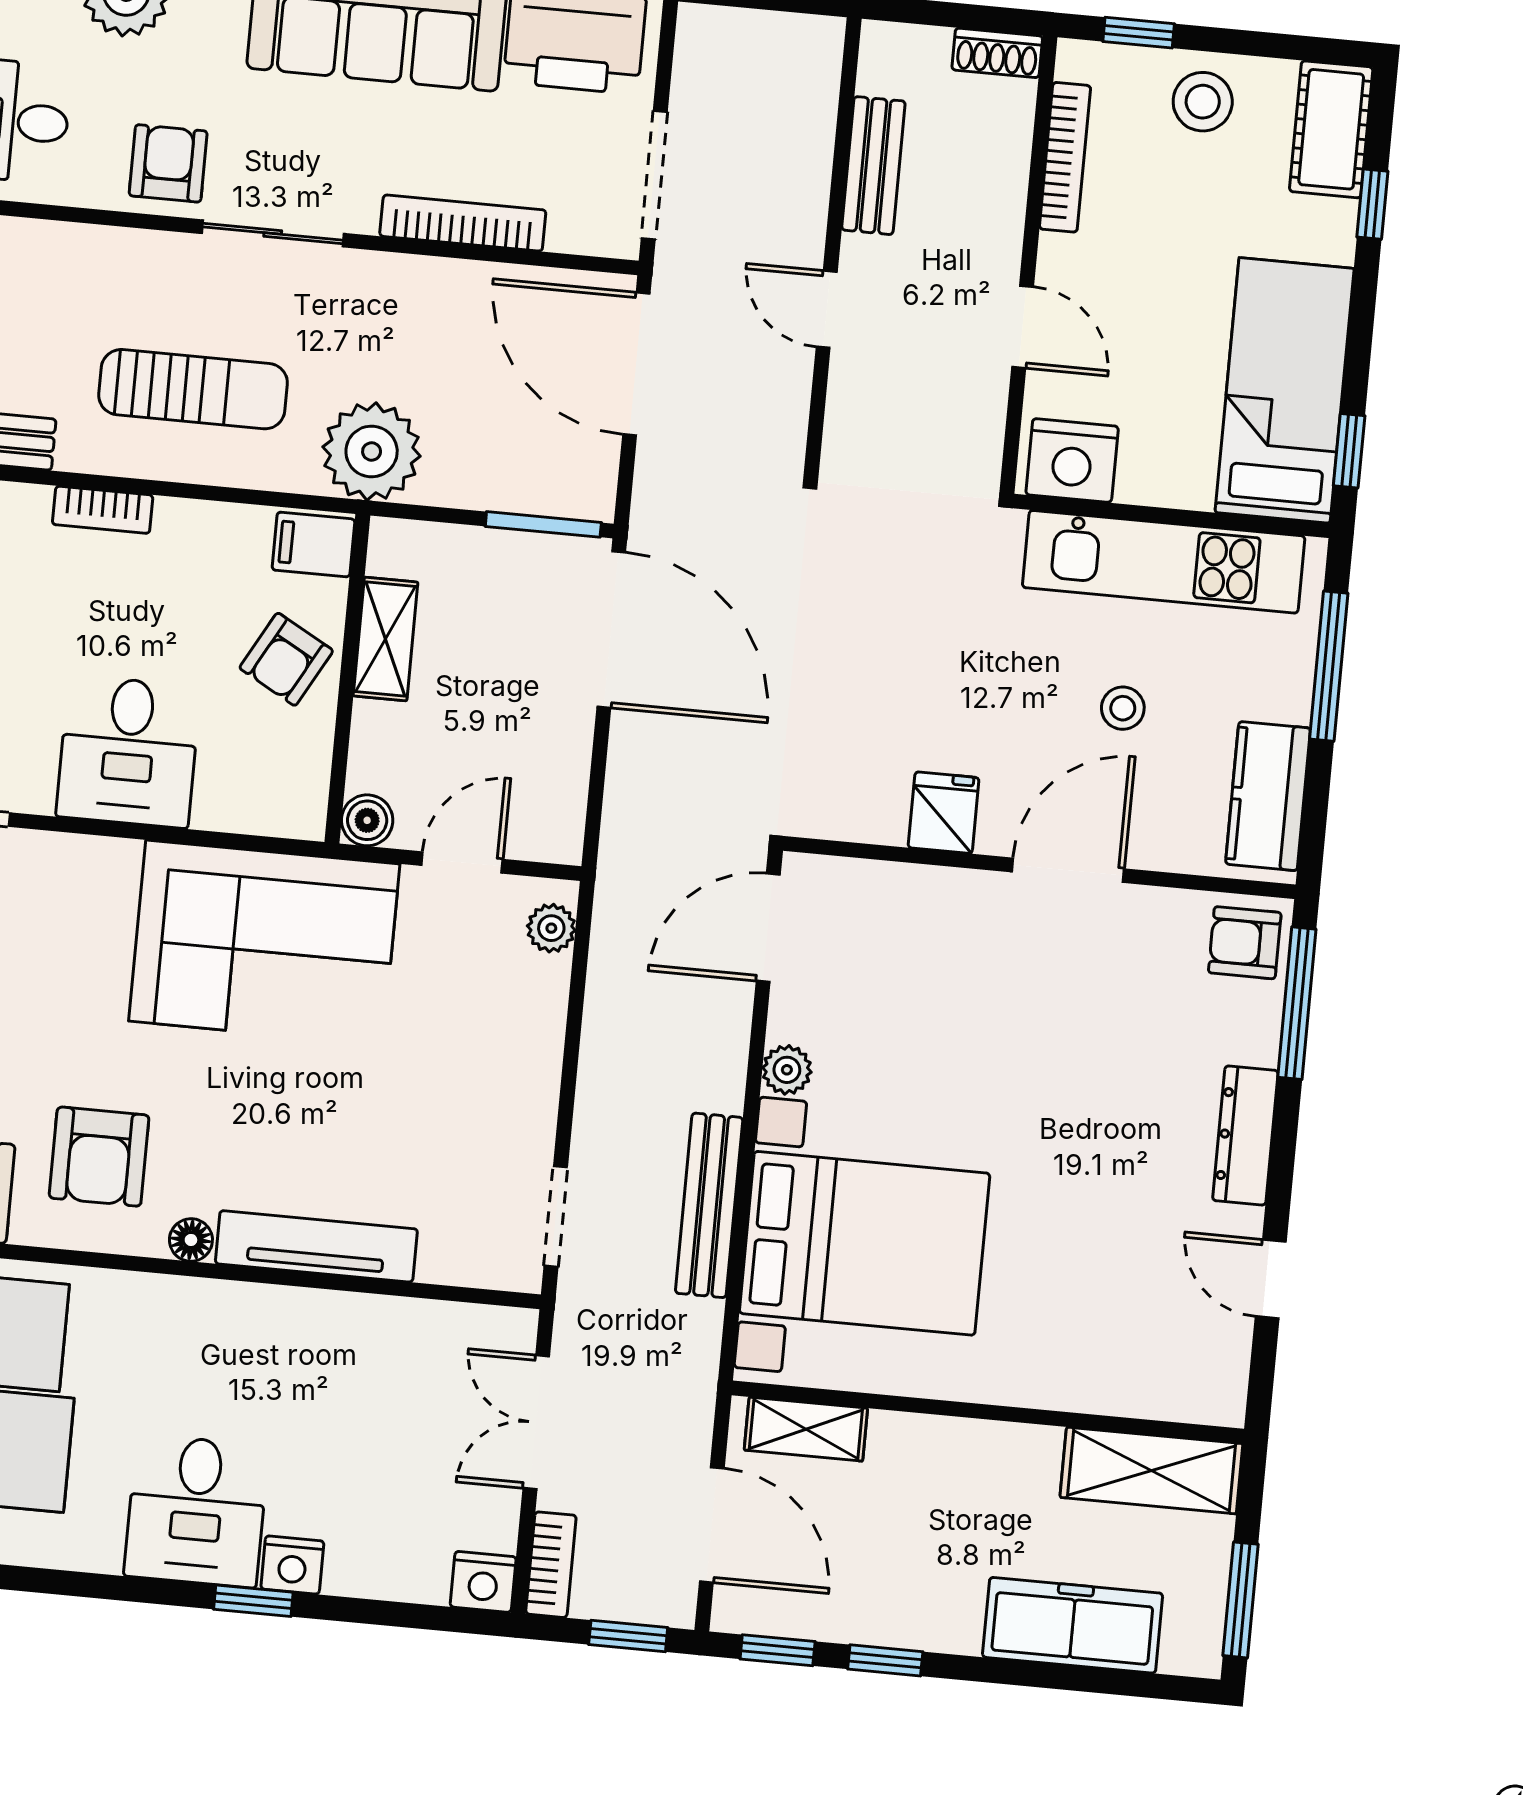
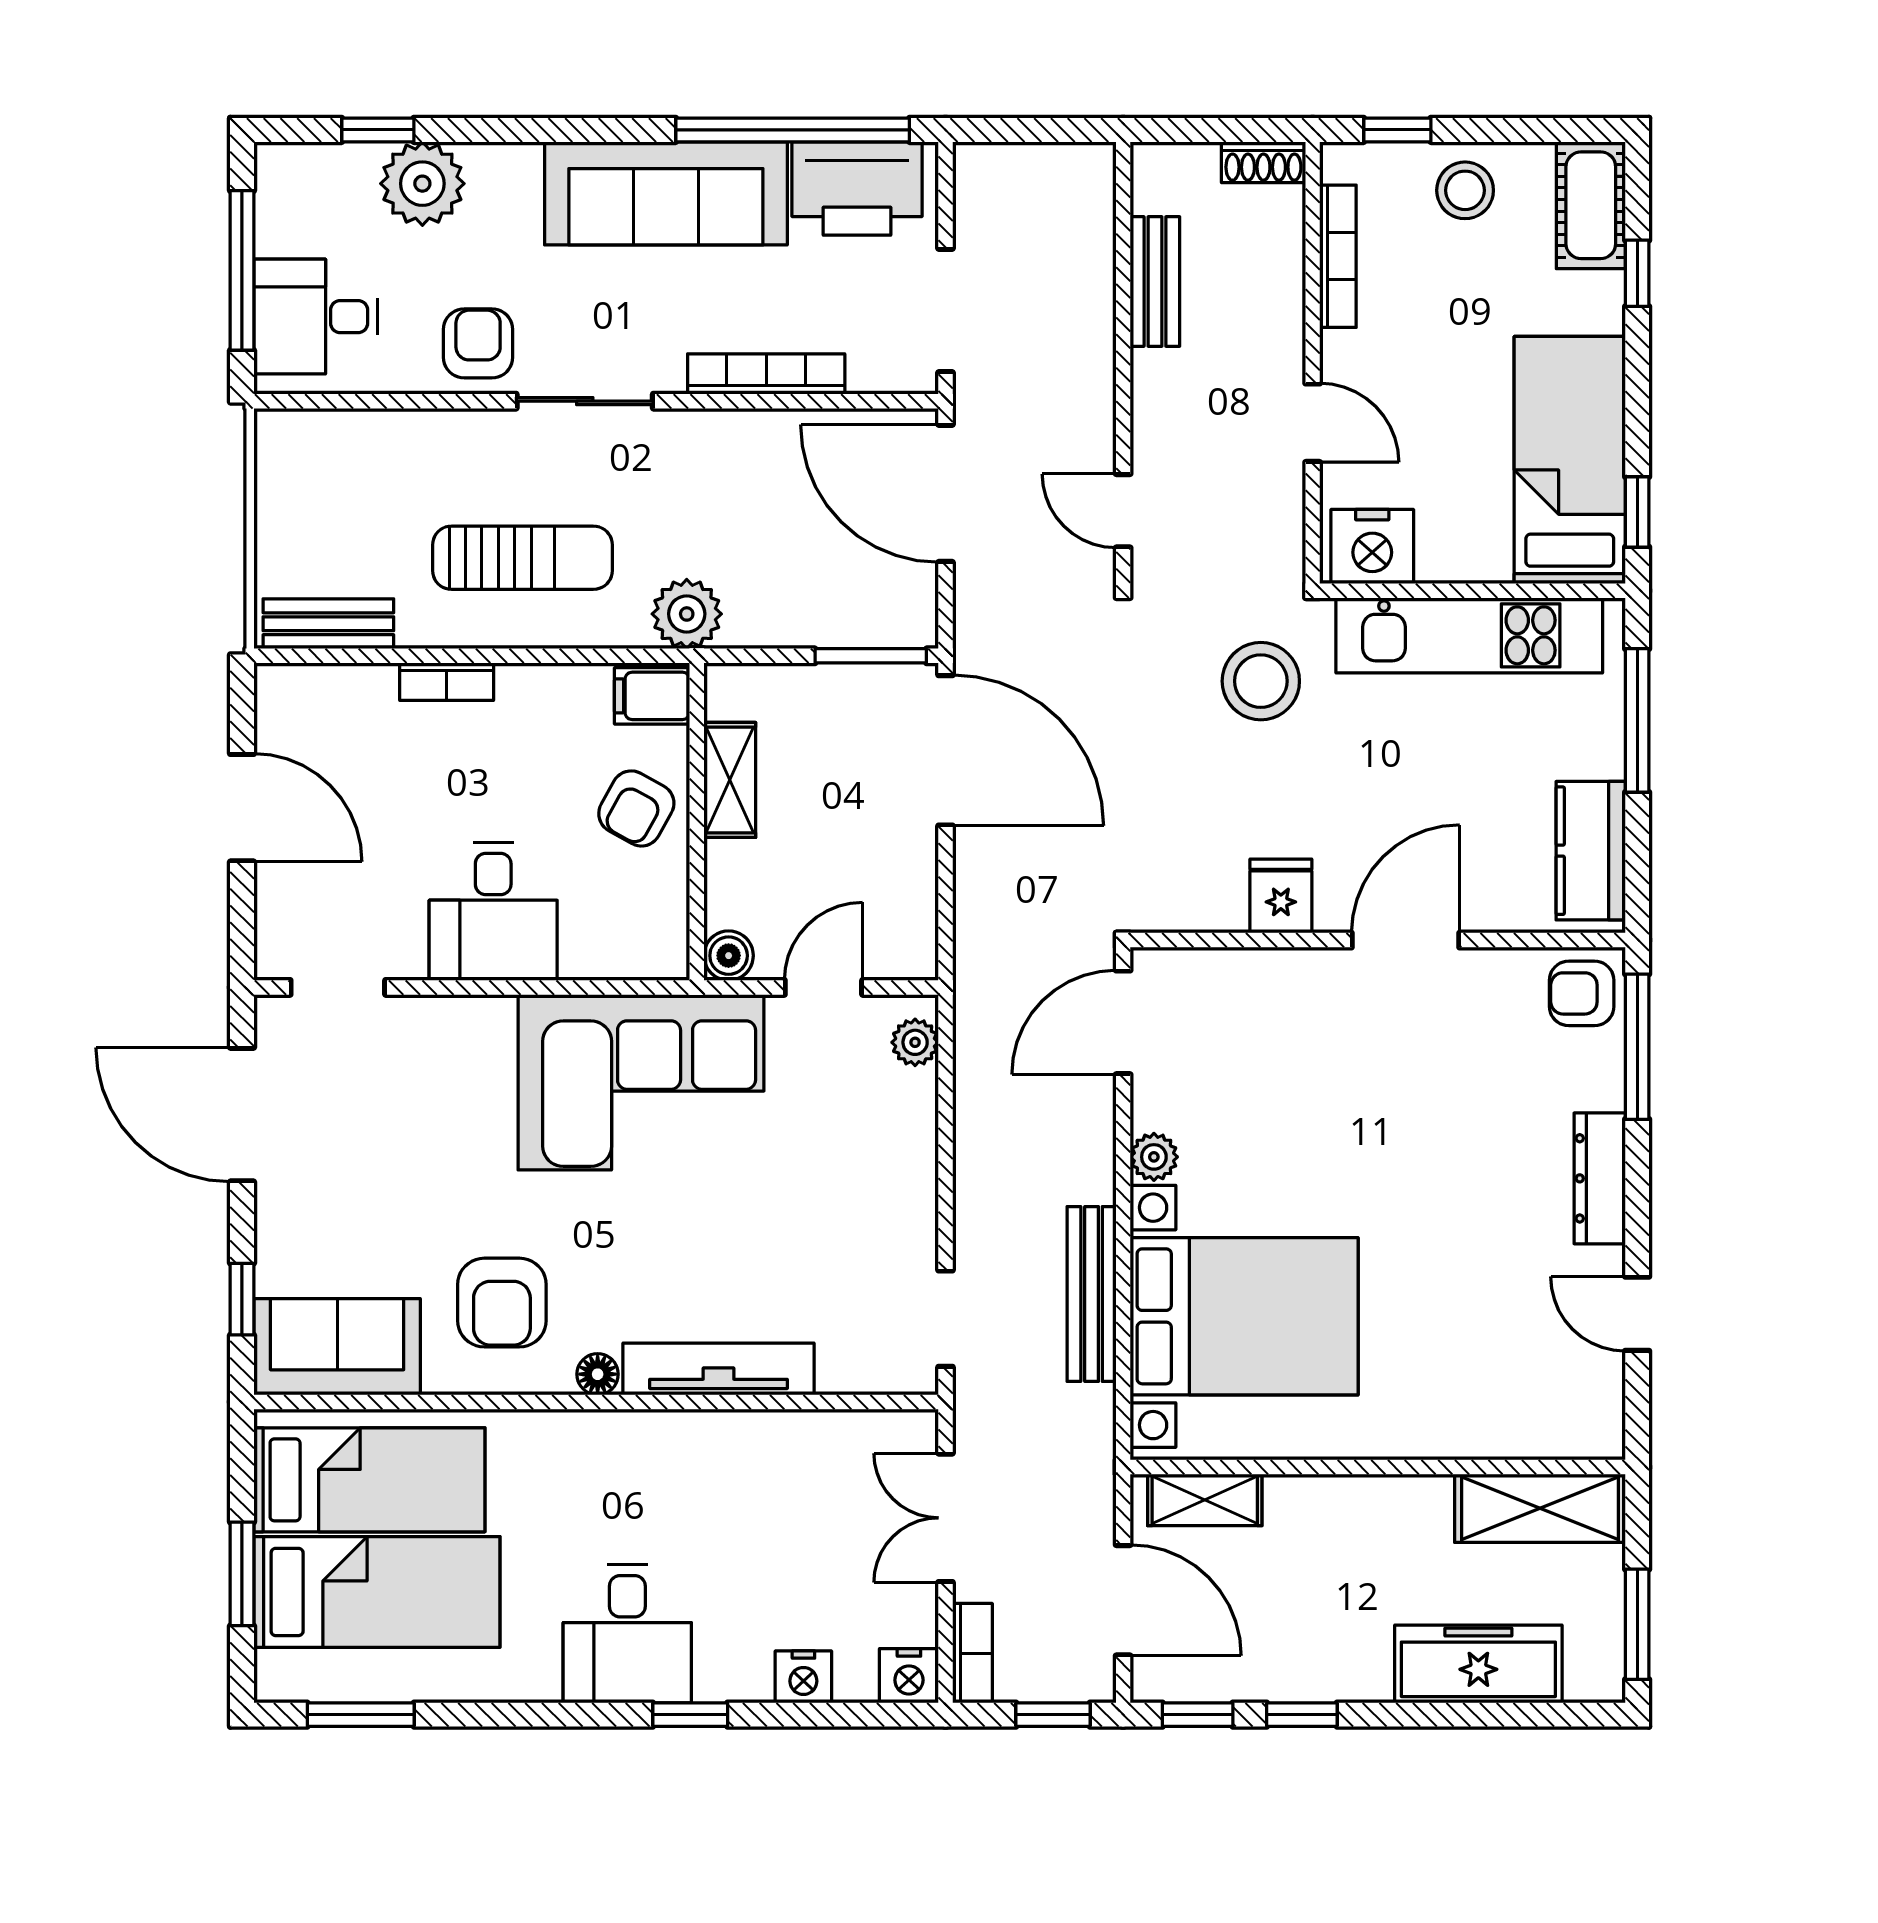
door: (827, 309) -> (1123, 511), moved
plant: (372, 451) -> (687, 614), width x0.73, depth x0.73
stool: (1123, 708) -> (1261, 681), moved, width x1.89, depth x1.89
nightstand: (292, 1565) -> (803, 1677), moved

